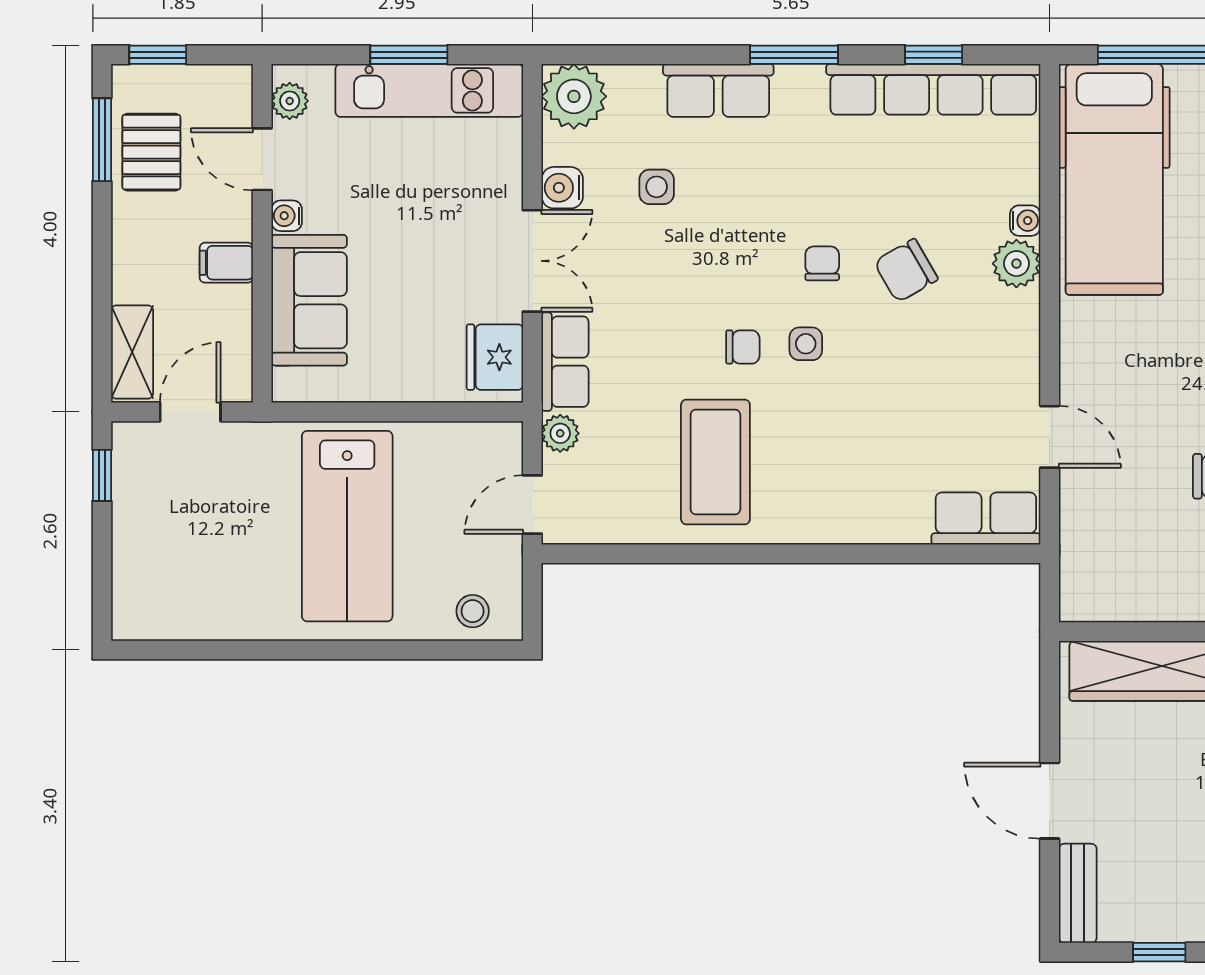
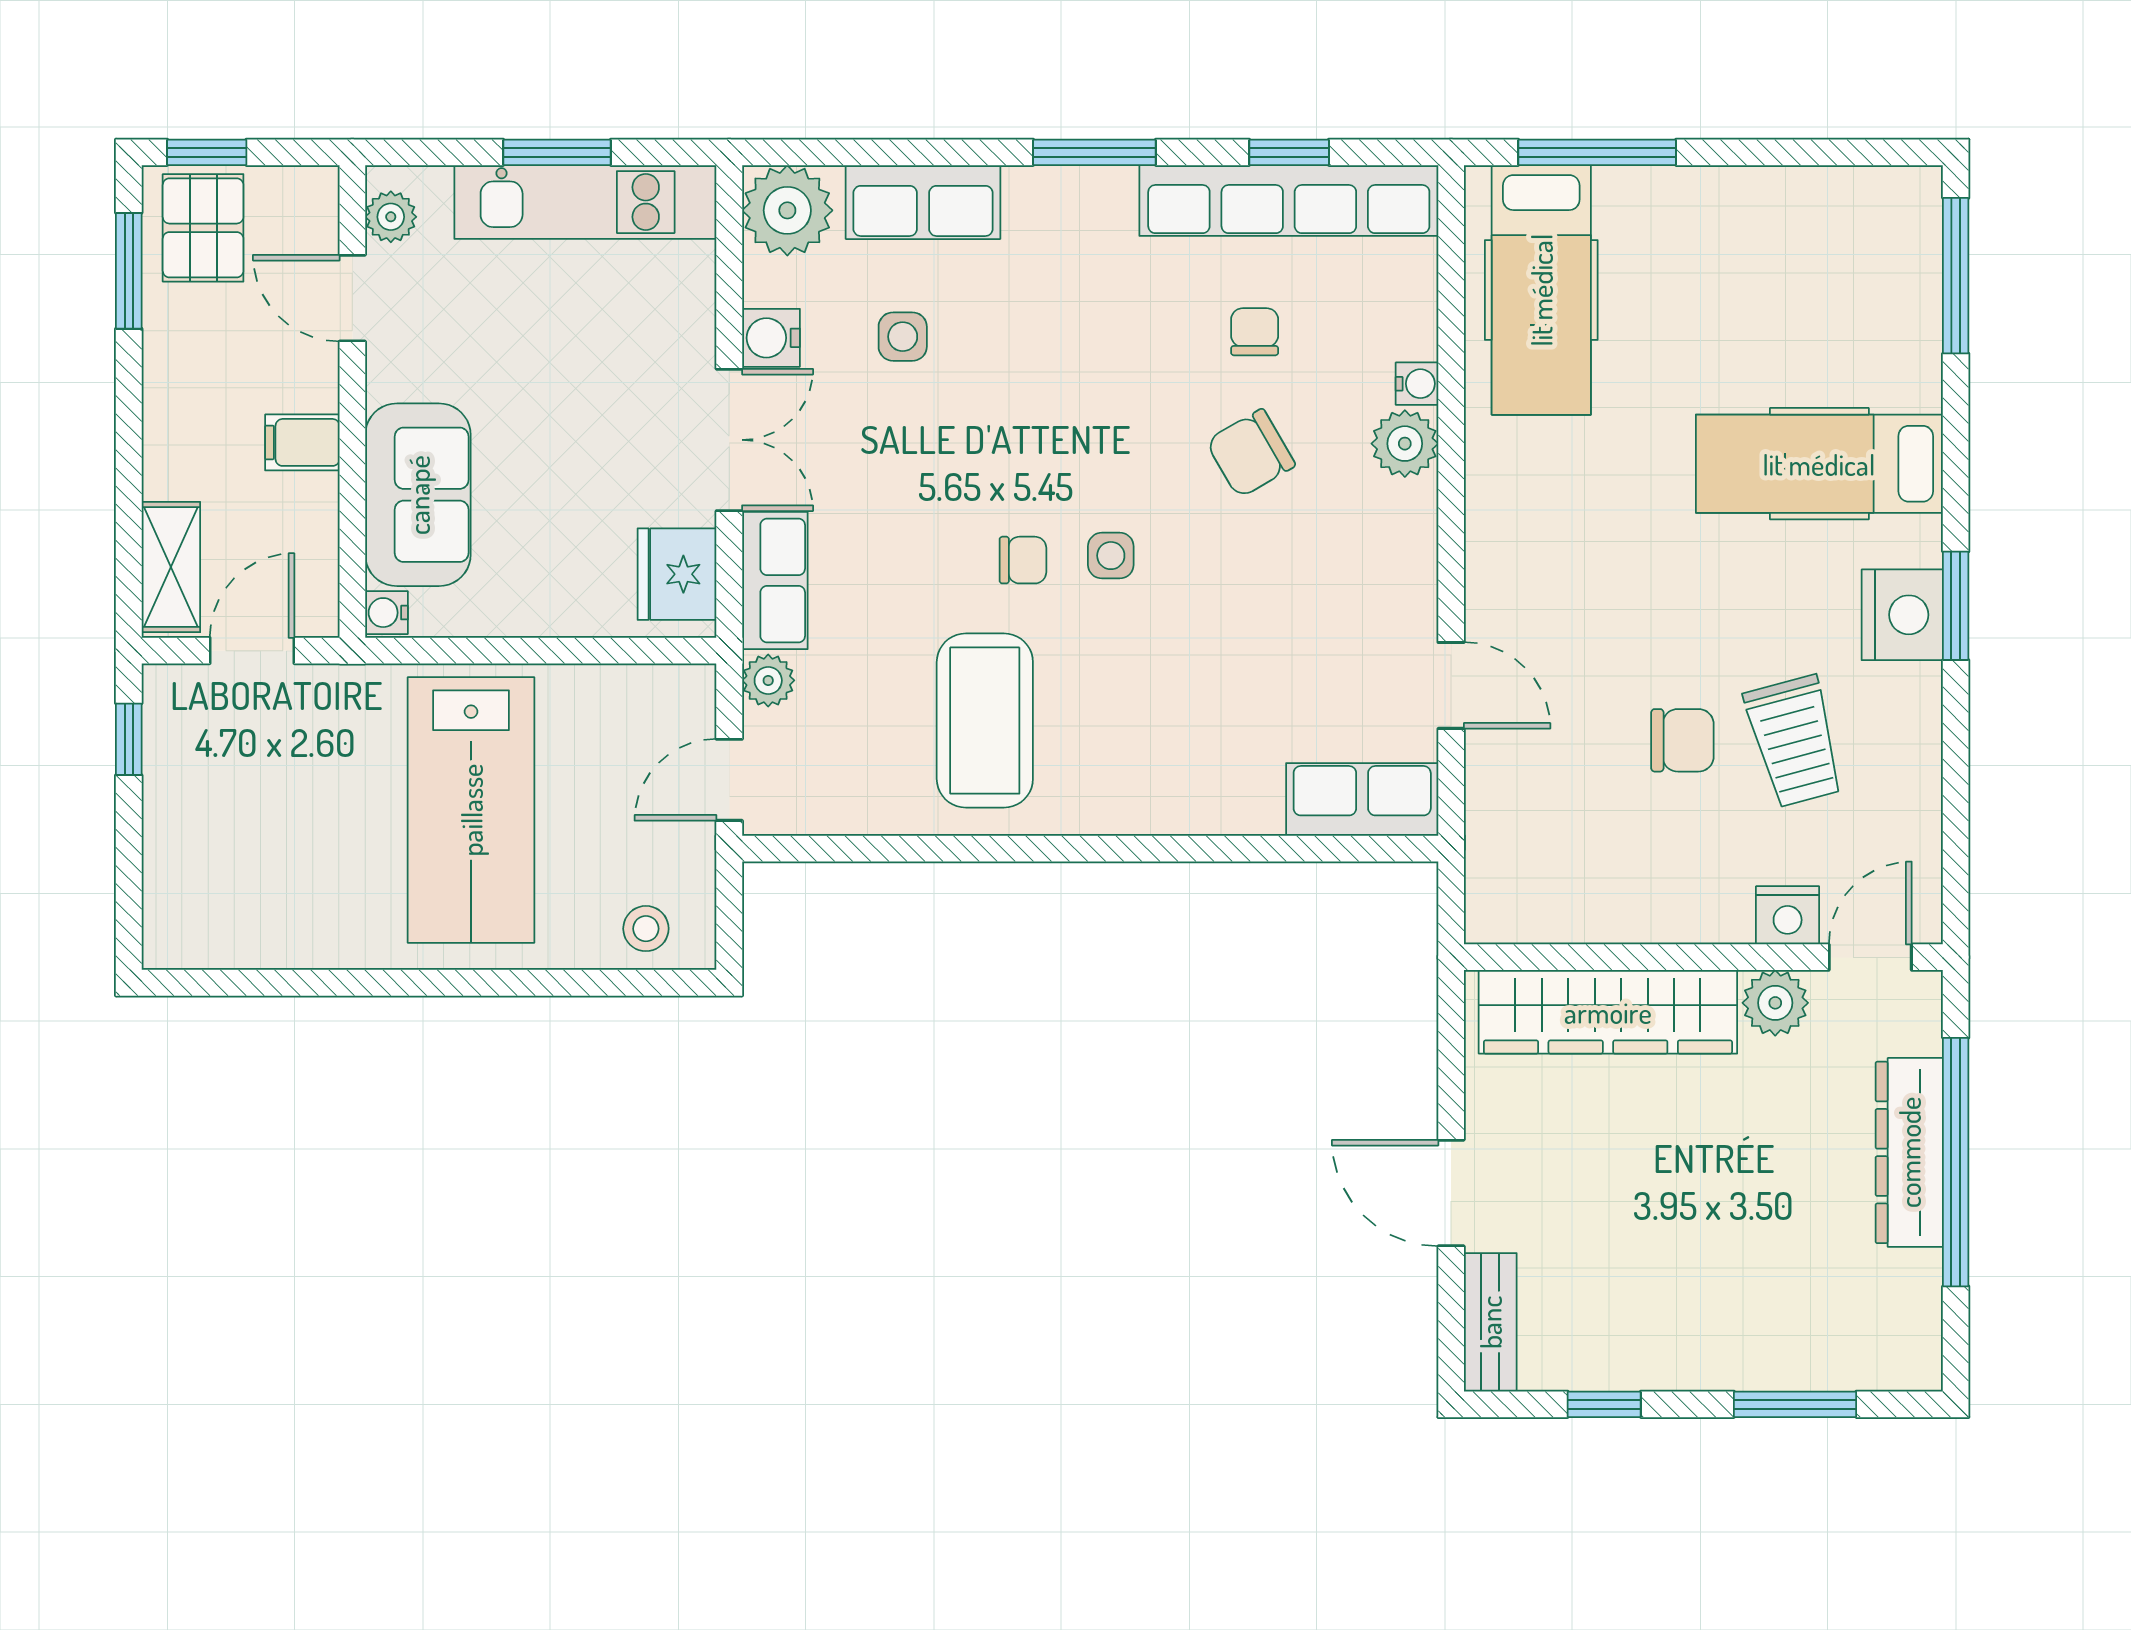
row of seats: (718, 90) -> (923, 202), moved
pallet: (151, 152) -> (203, 228), moved
hospital bed: (1114, 179) -> (1541, 290), width x0.73, depth x0.78
water cooler: (287, 216) -> (387, 613), moved
chair: (822, 263) -> (1255, 332), moved

